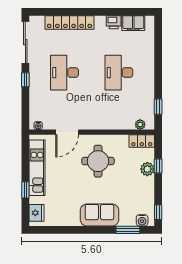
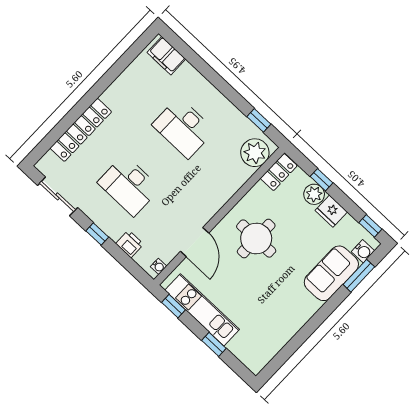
printer: (114, 22) -> (130, 244), moved, turned -90
filing cabinet: (133, 23) -> (166, 56), moved, turned 90
sliding door: (25, 42) -> (58, 196), width x0.73
plant: (140, 124) -> (255, 153), width x1.87, depth x1.87
window: (25, 152) -> (174, 306), added
fridge: (36, 213) -> (331, 211), moved, turned 180
sofa: (99, 215) -> (331, 273), moved

